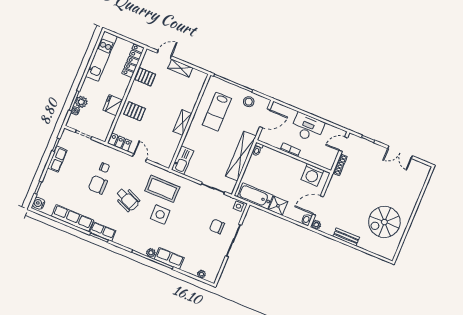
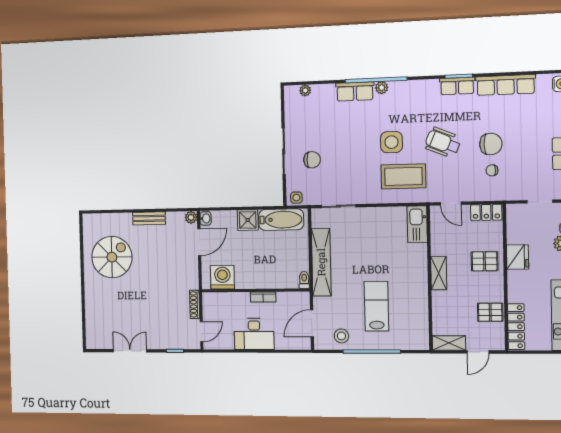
wall: (190, 122) -> (430, 278), moved
shelving: (182, 123) -> (439, 273), moved
kitchen sink: (182, 160) -> (417, 224), moved

